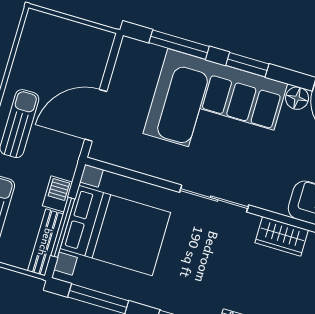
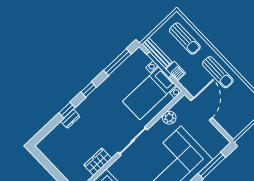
plant: (141, 160) -> (169, 118), added
bed with nightstands: (115, 231) -> (149, 93), width x0.73

